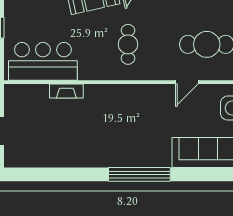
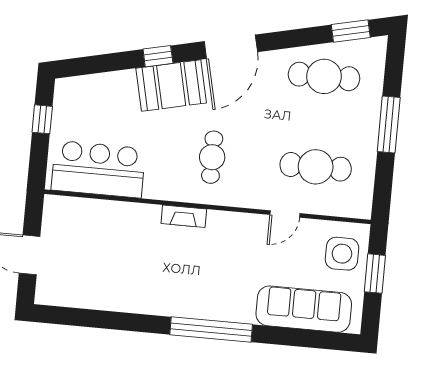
fireplace: (66, 91) -> (184, 216), moved

